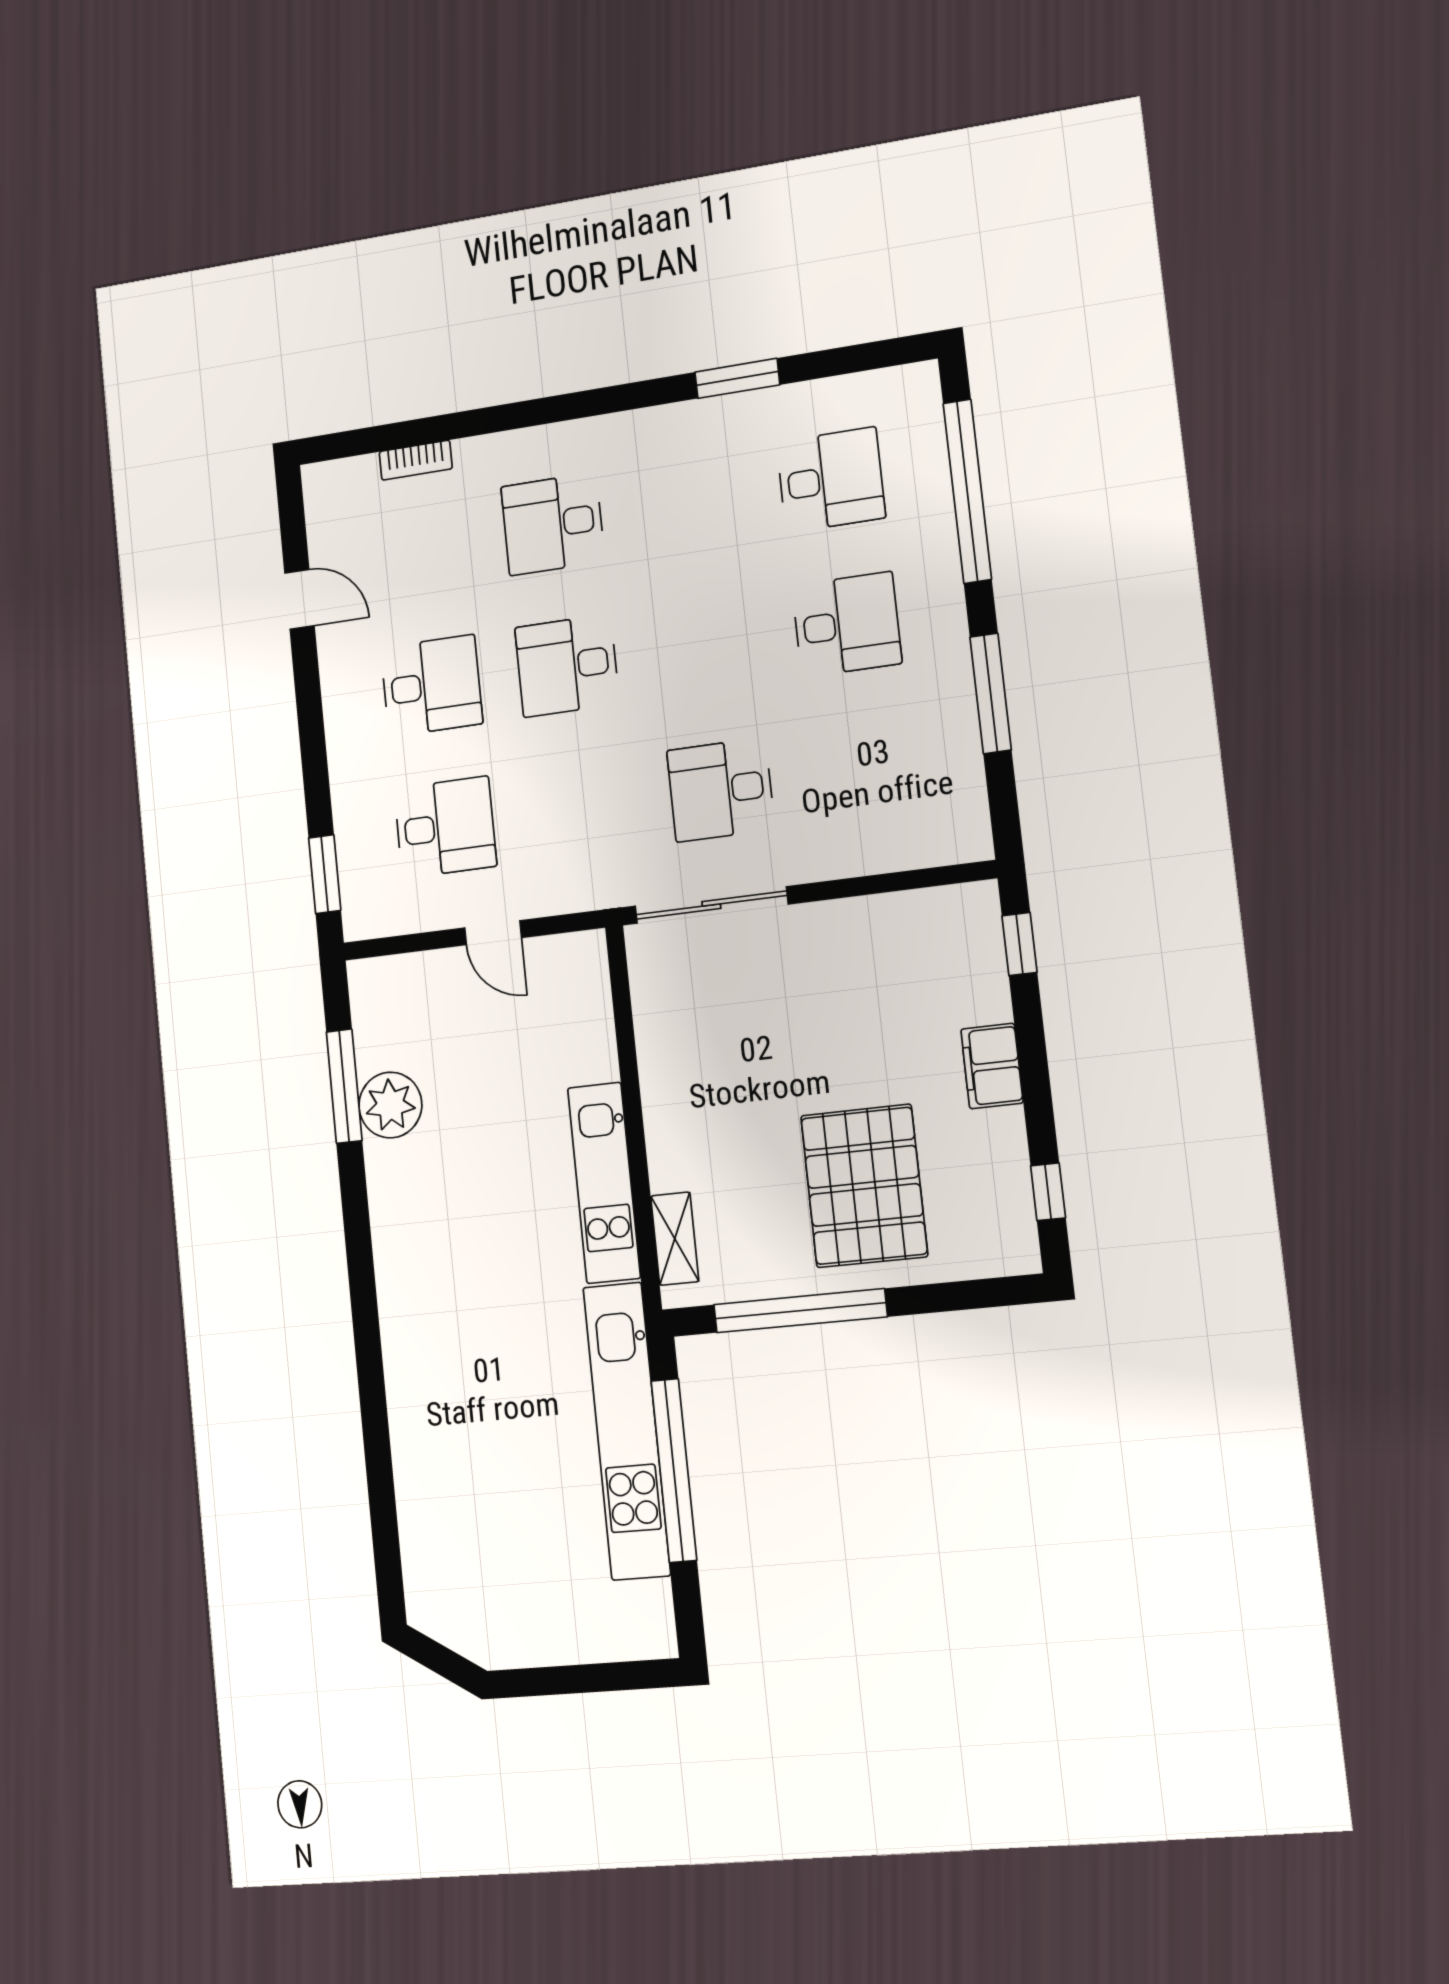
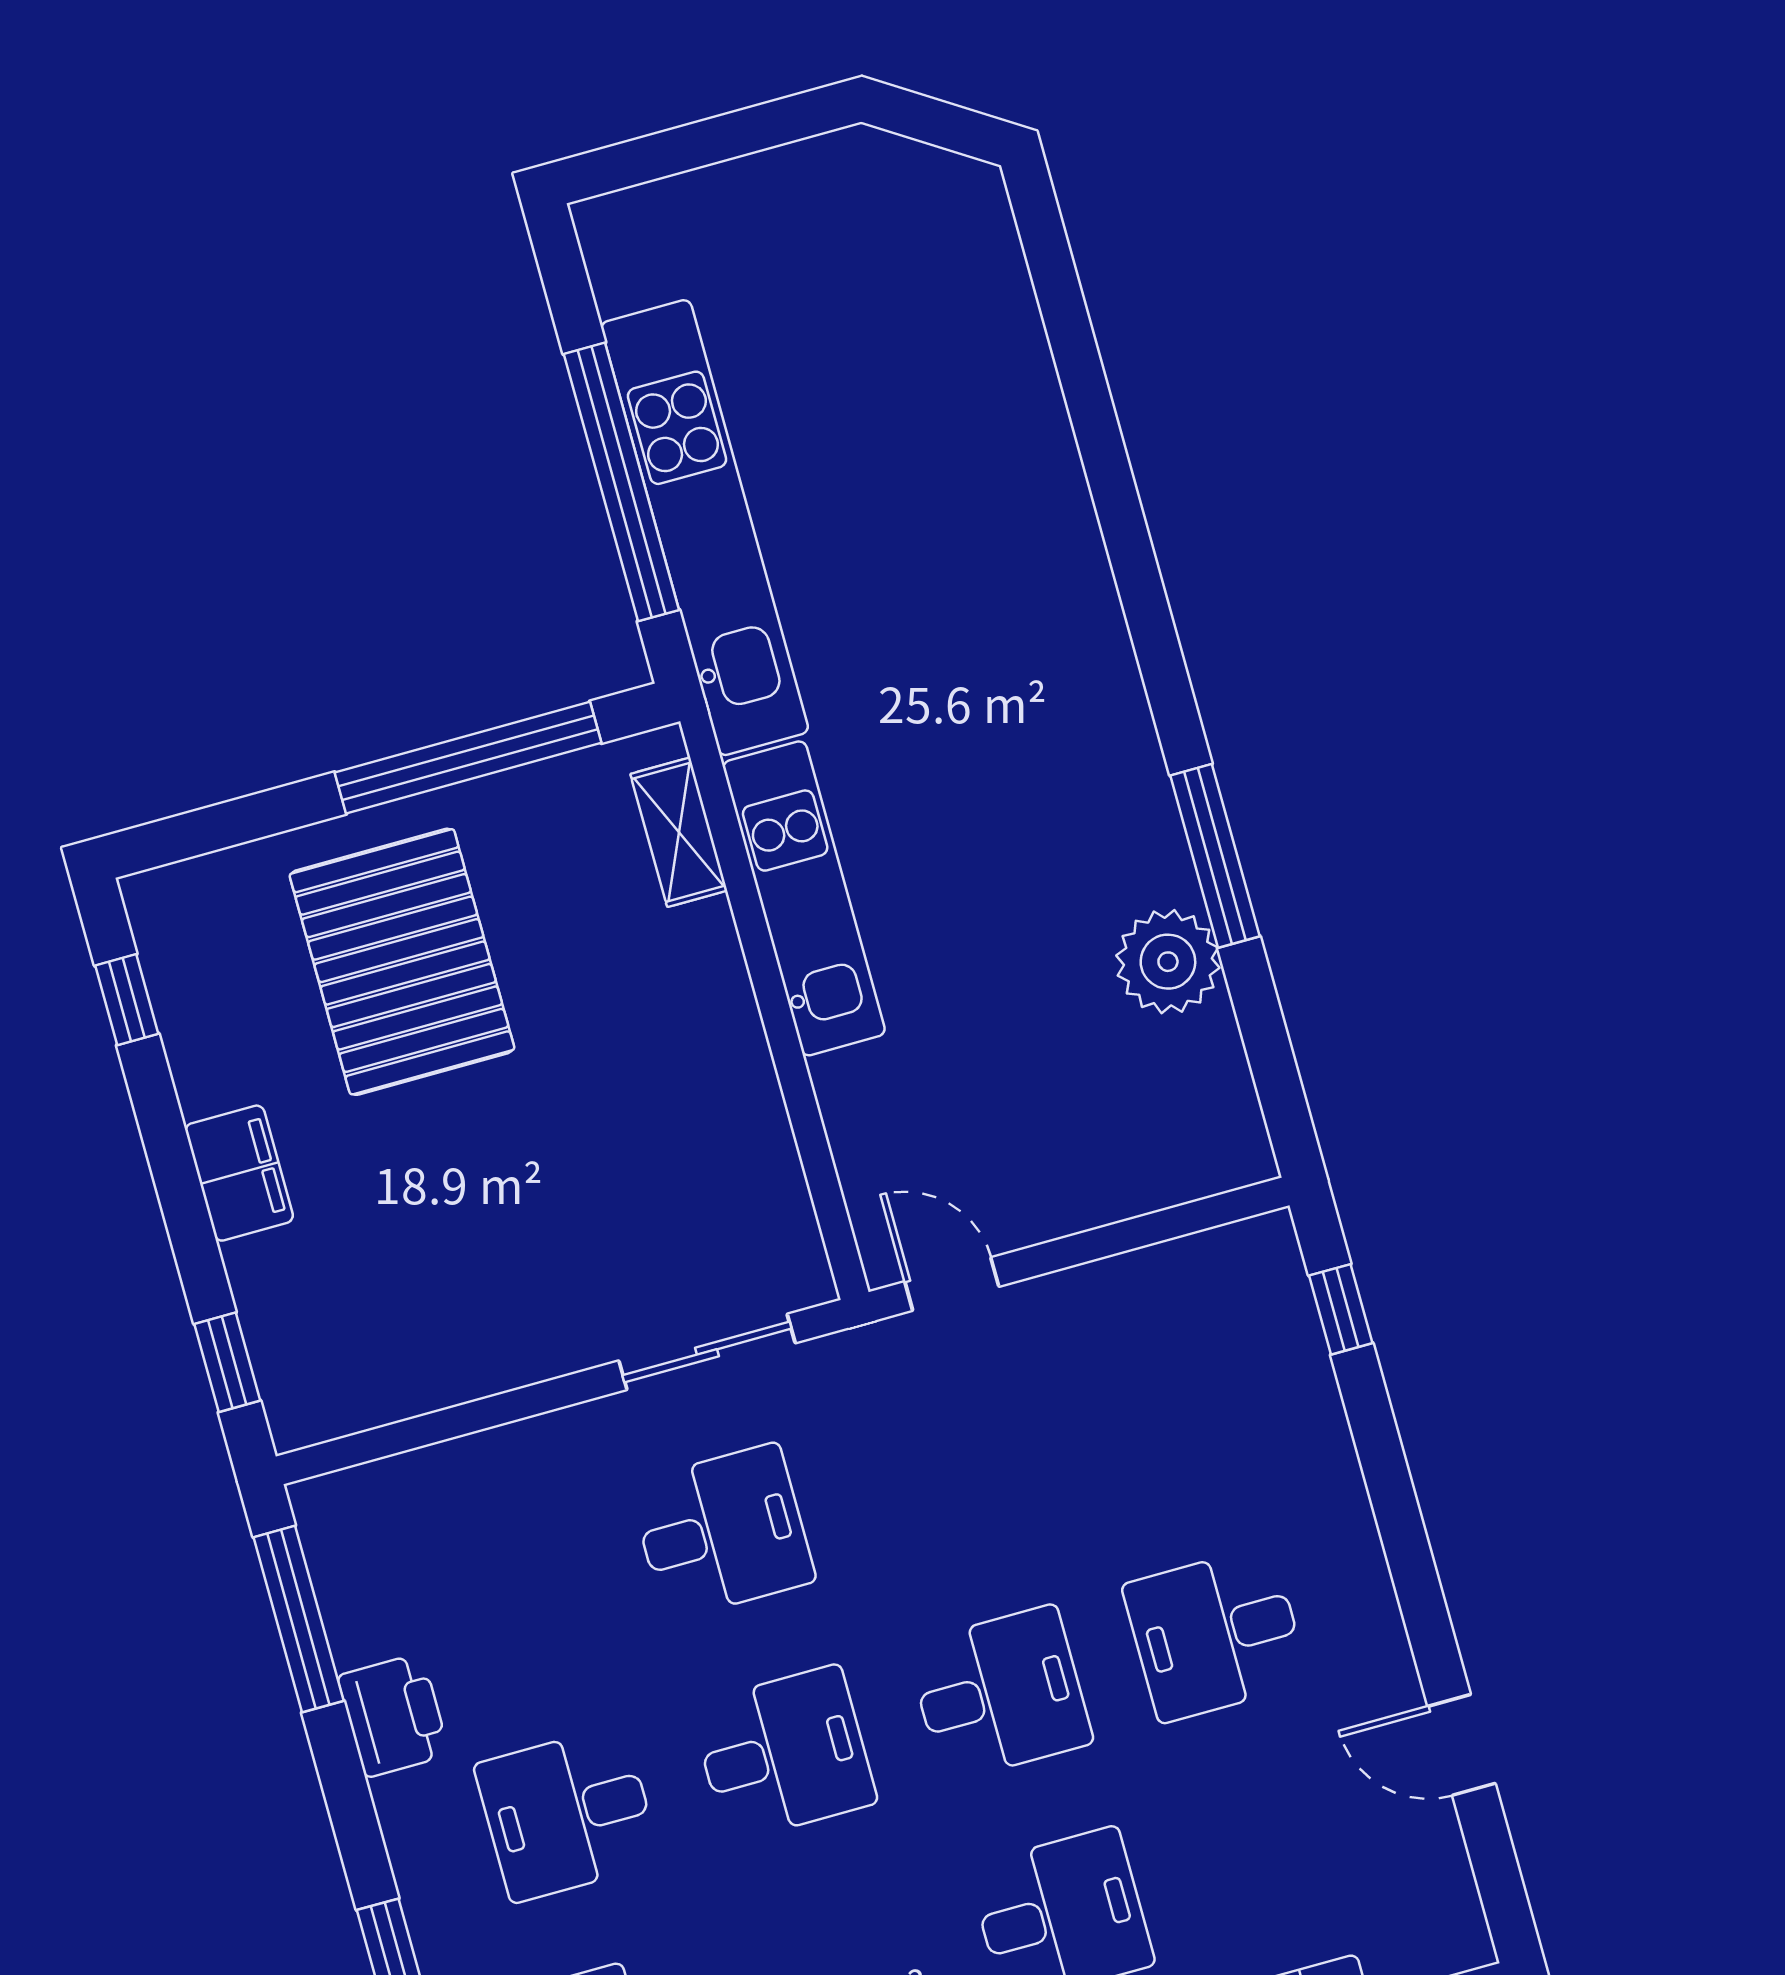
window: (991, 693) -> (299, 1619), moved
printer: (948, 701) -> (393, 1715), added
desk: (445, 827) -> (784, 1754), moved, turned 180
window: (325, 874) -> (1341, 1309), width x0.67
sliding door: (711, 905) -> (707, 1352), width x0.73
door: (493, 933) -> (952, 1284), moved
window: (344, 1086) -> (1215, 856), moved

